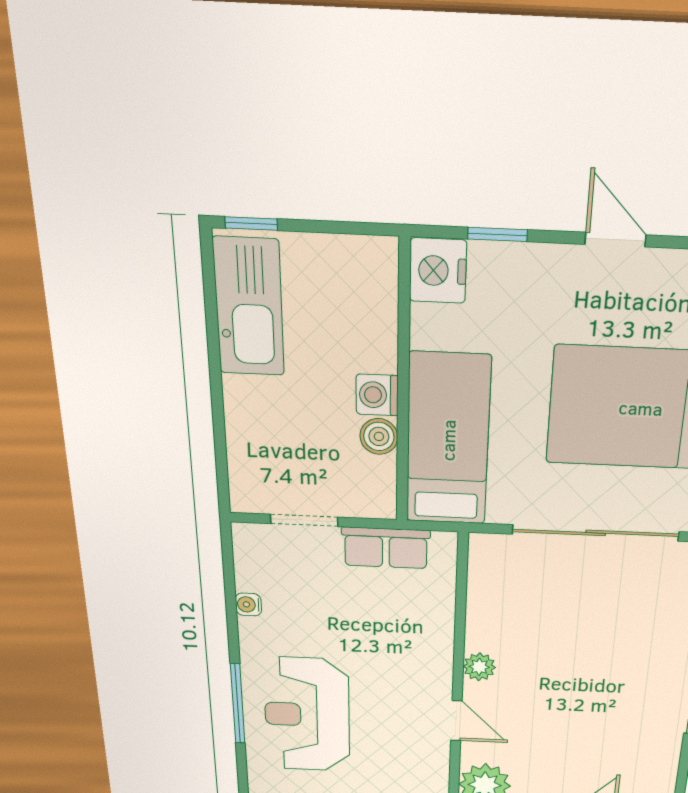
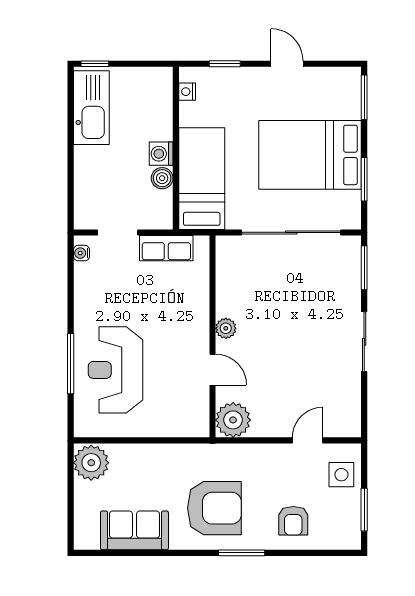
nightstand: (438, 271) -> (187, 92), width x0.53, depth x0.56
water cooler: (248, 604) -> (81, 253), moved

